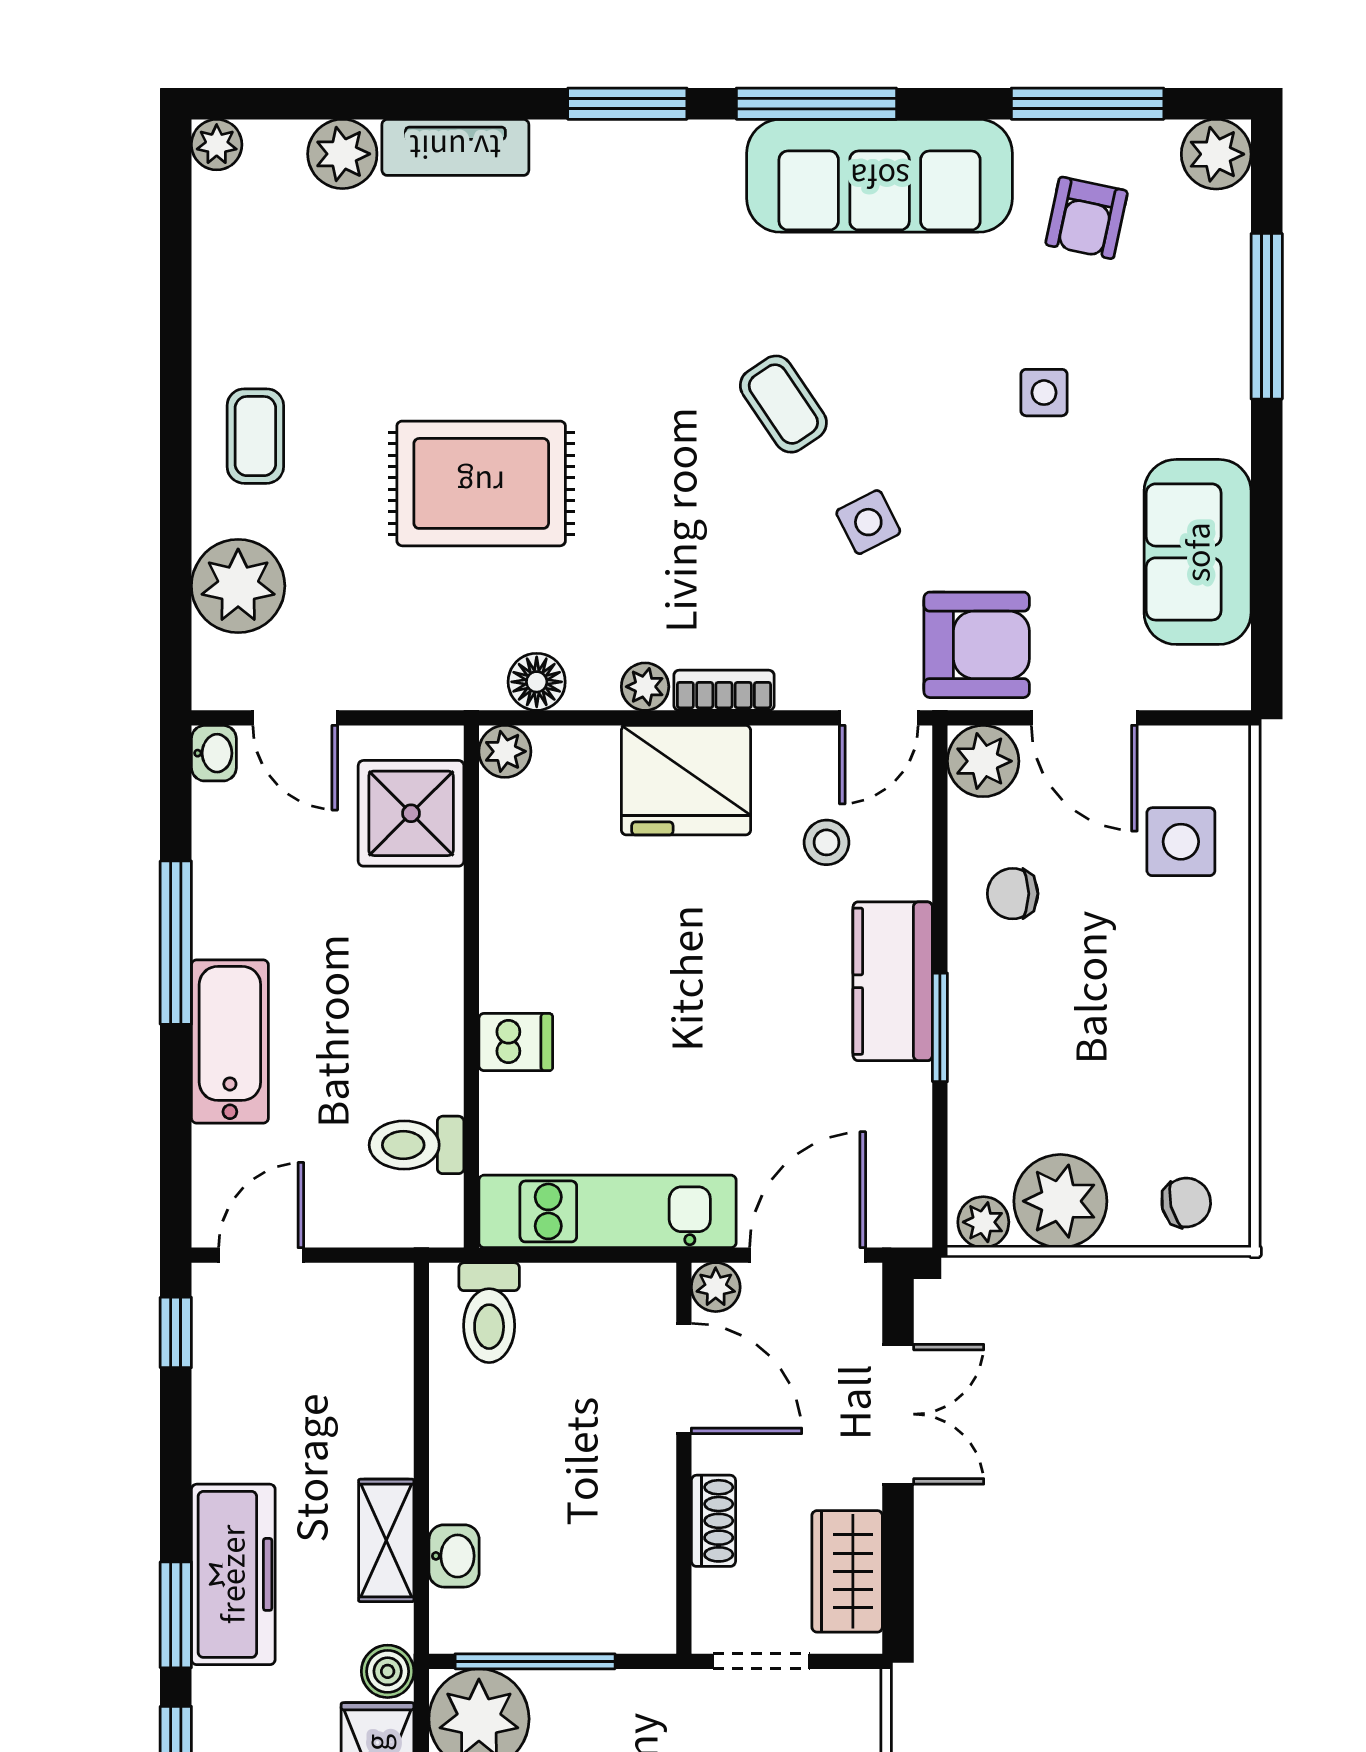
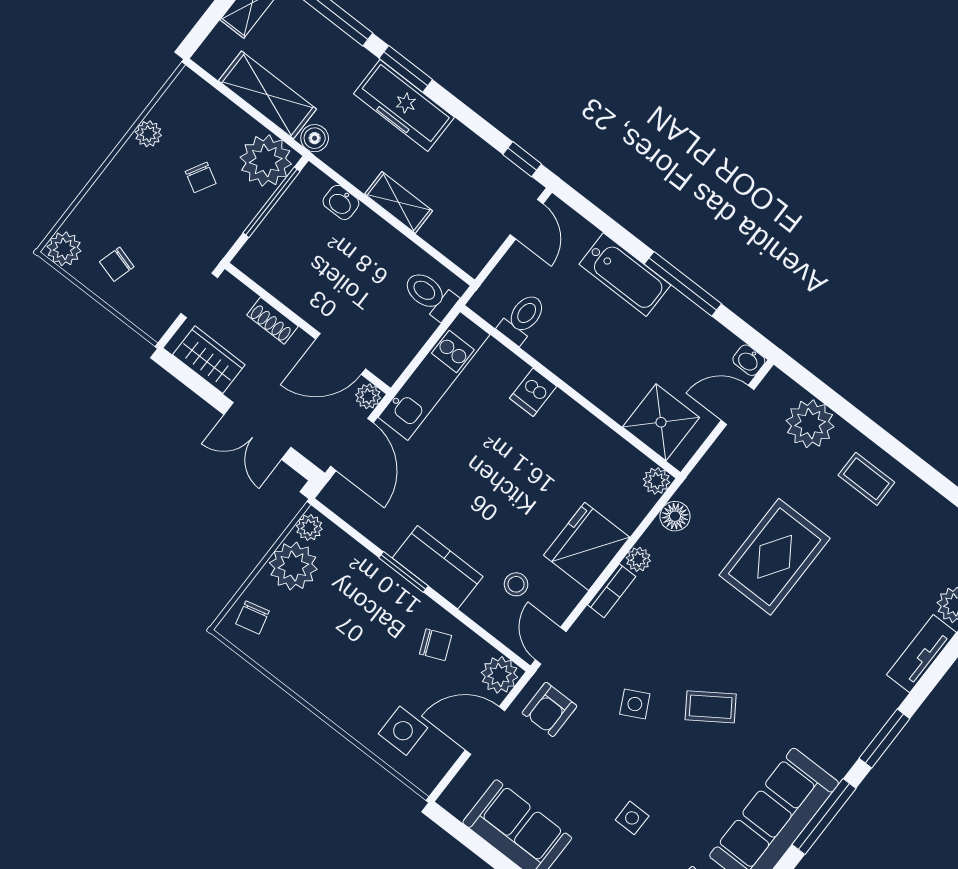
armchair: (977, 645) -> (550, 709), width x0.72, depth x0.72
chair: (1013, 894) -> (435, 645), turned 67
shelving: (386, 1540) -> (399, 202), moved

